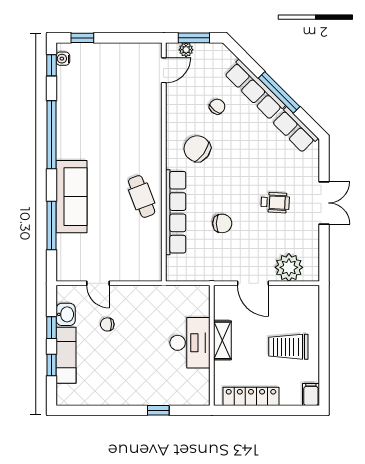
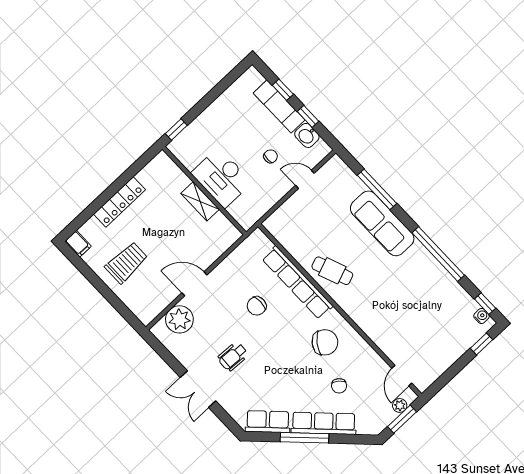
shelving: (222, 340) -> (200, 201), moved
desk: (190, 343) -> (222, 178), moved
wall: (212, 345) -> (204, 191), moved

